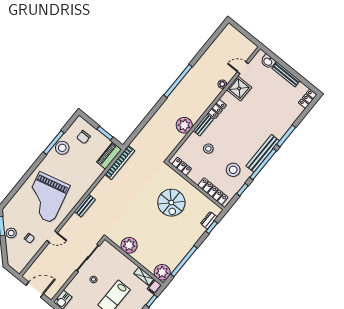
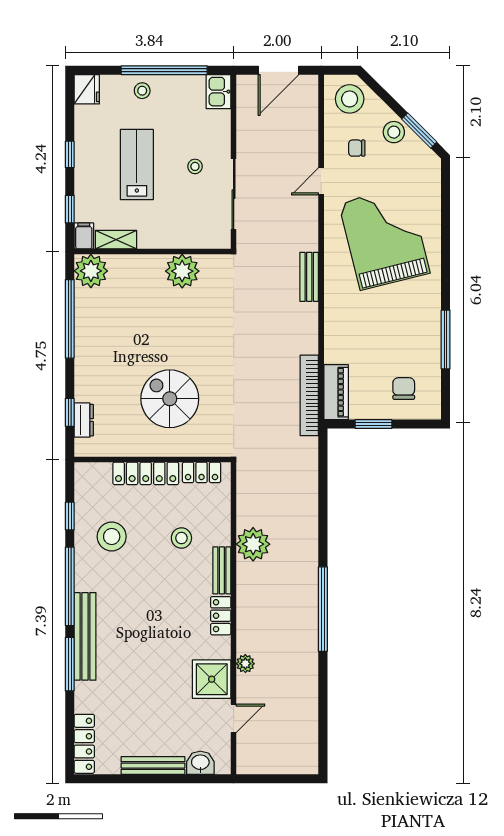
locker: (308, 99) -> (84, 744), width x1.53
stool: (62, 148) -> (350, 99), moved
bench: (263, 153) -> (85, 636), moved
locker: (213, 191) -> (146, 473), moved

